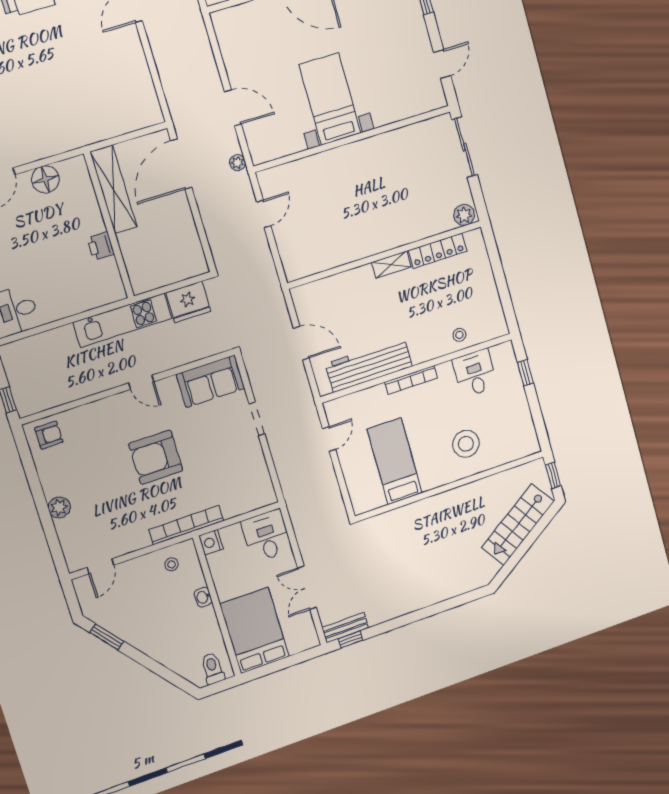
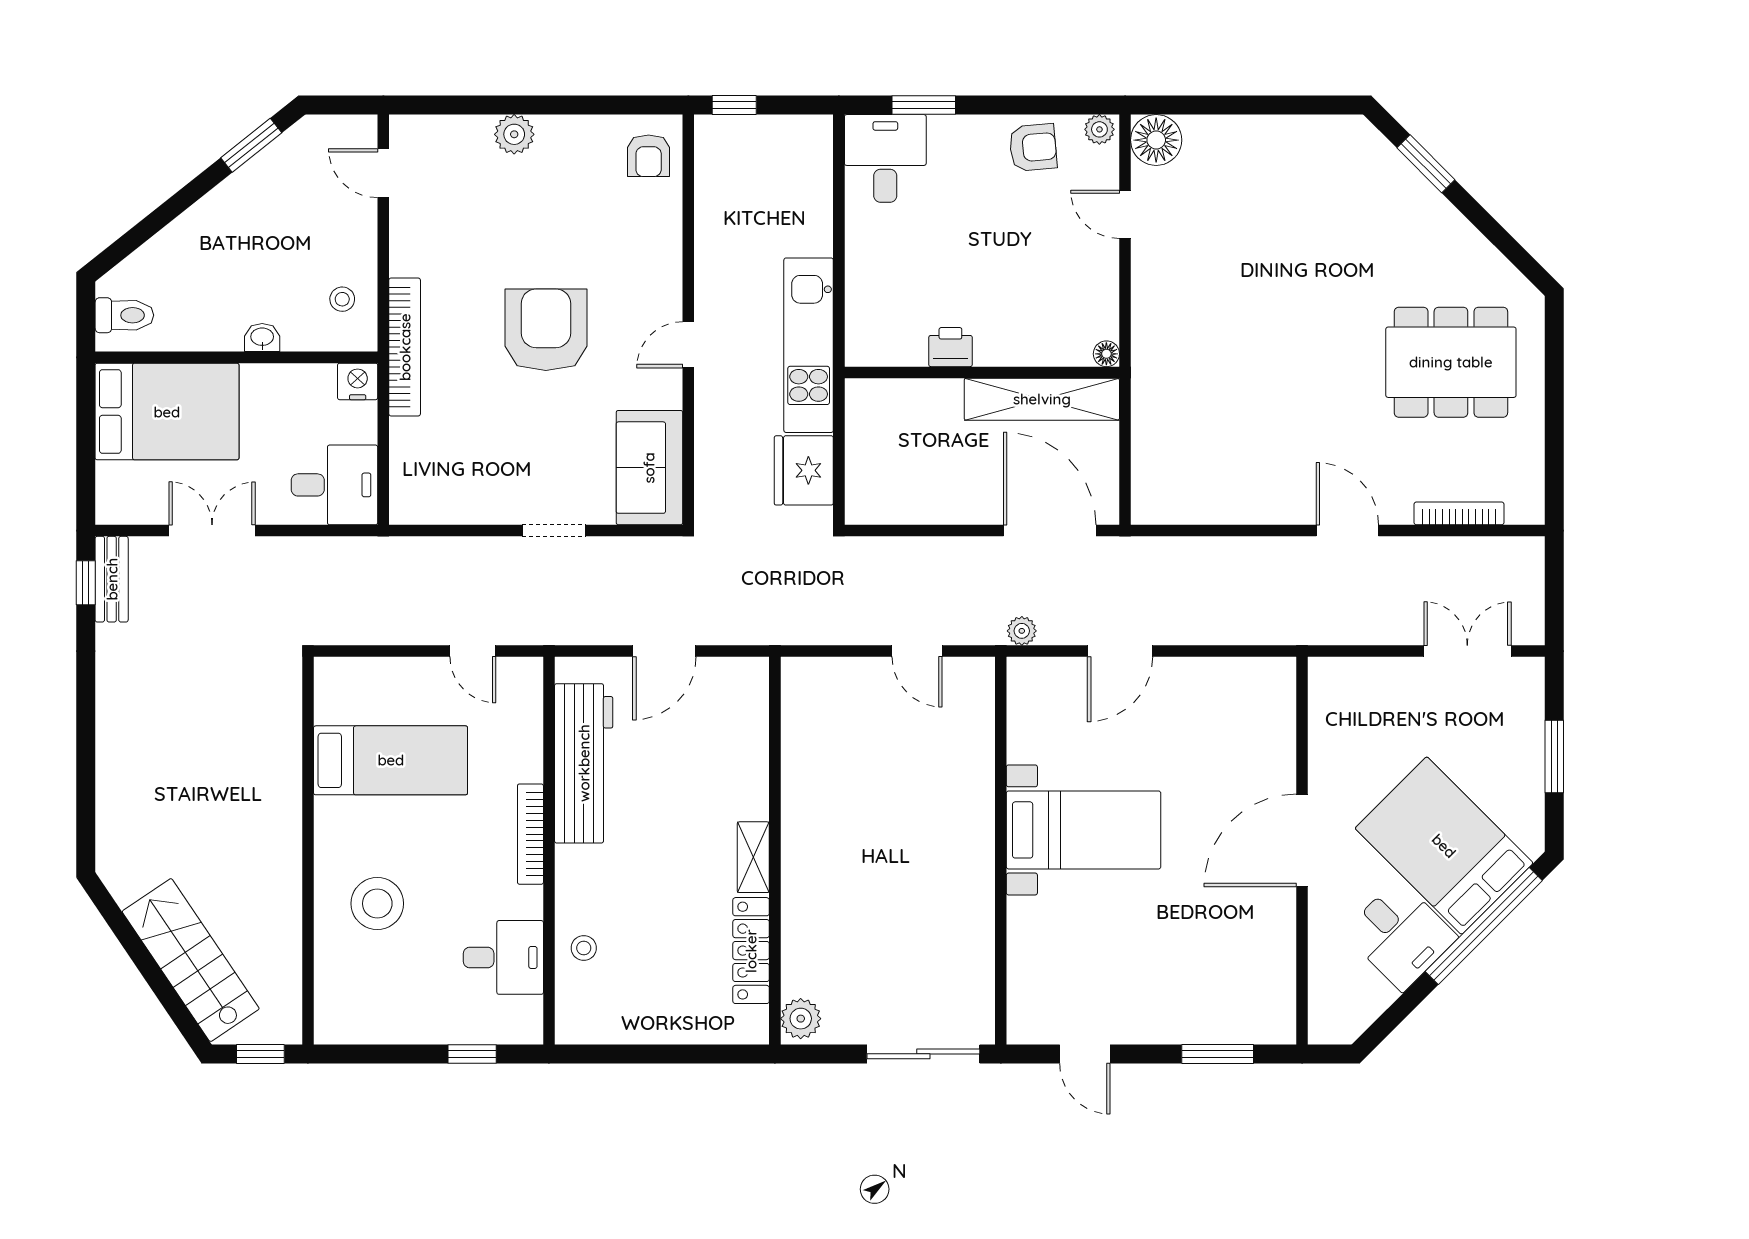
floor lamp: (45, 179) -> (1106, 354), moved, width x0.53, depth x0.53

